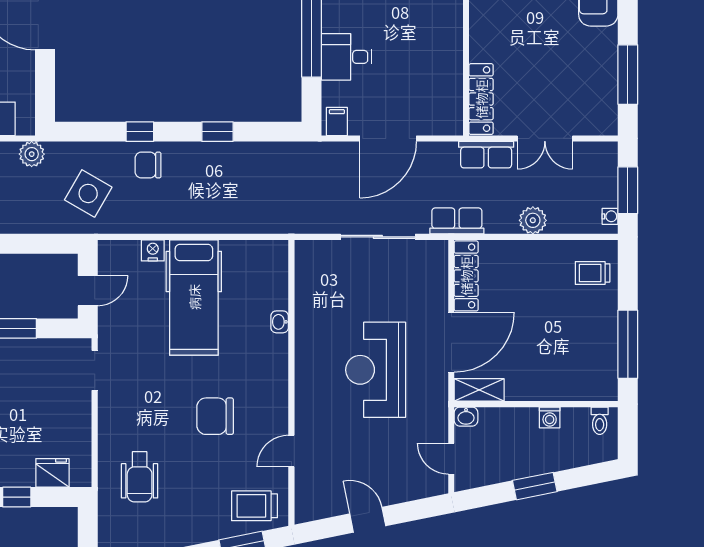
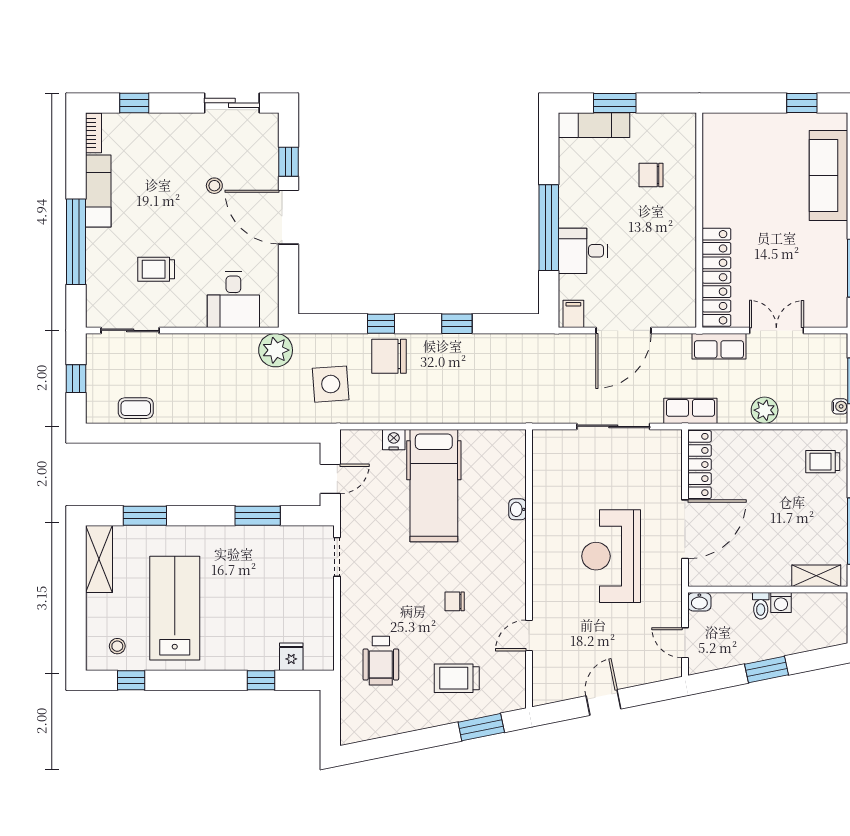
locker: (481, 99) -> (716, 277), width x1.41, depth x1.21
double door: (545, 138) -> (776, 330), swing flipped
plant: (32, 154) -> (276, 350), width x1.36, depth x1.36
chair: (148, 165) -> (389, 356), width x1.37, depth x1.37
side table: (88, 193) -> (331, 384), turned -34
shelving: (479, 390) -> (816, 576), moved
chair: (215, 416) -> (455, 601), width x0.54, depth x0.54
toilet: (600, 421) -> (761, 606), moved
fridge: (52, 473) -> (291, 657), width x0.72
trolley: (255, 506) -> (457, 678), moved
door: (368, 520) -> (603, 702), hinge flipped

